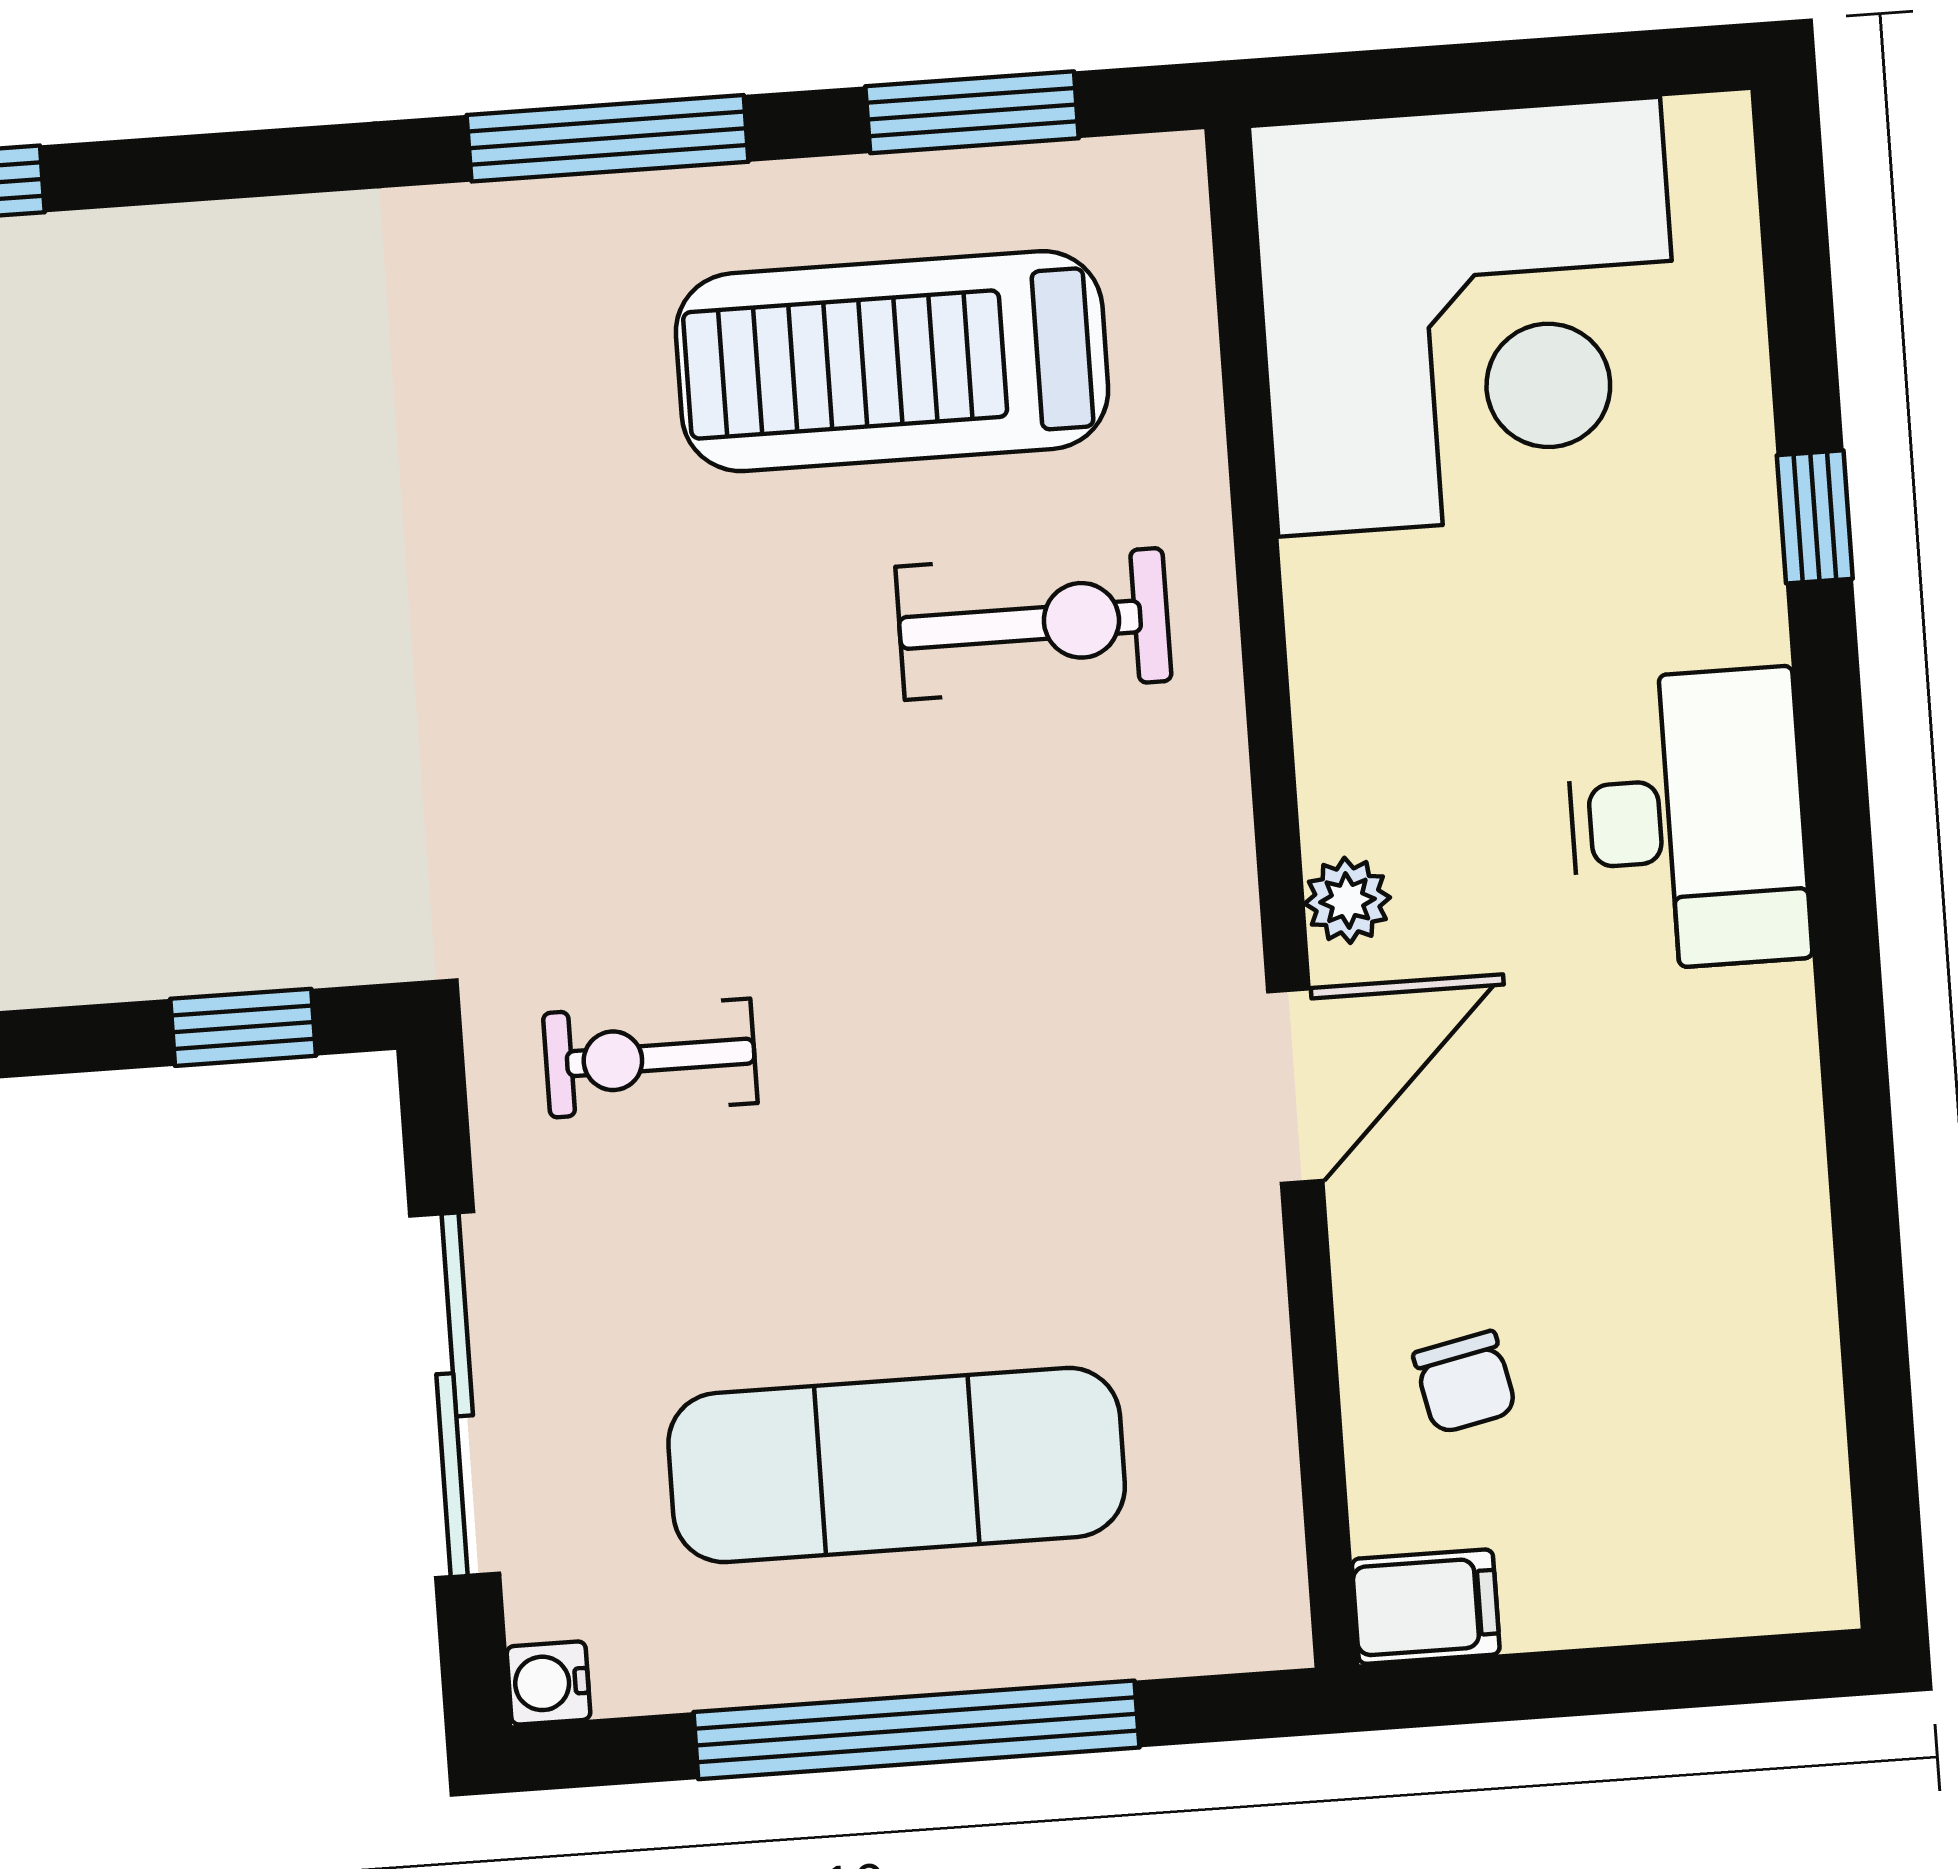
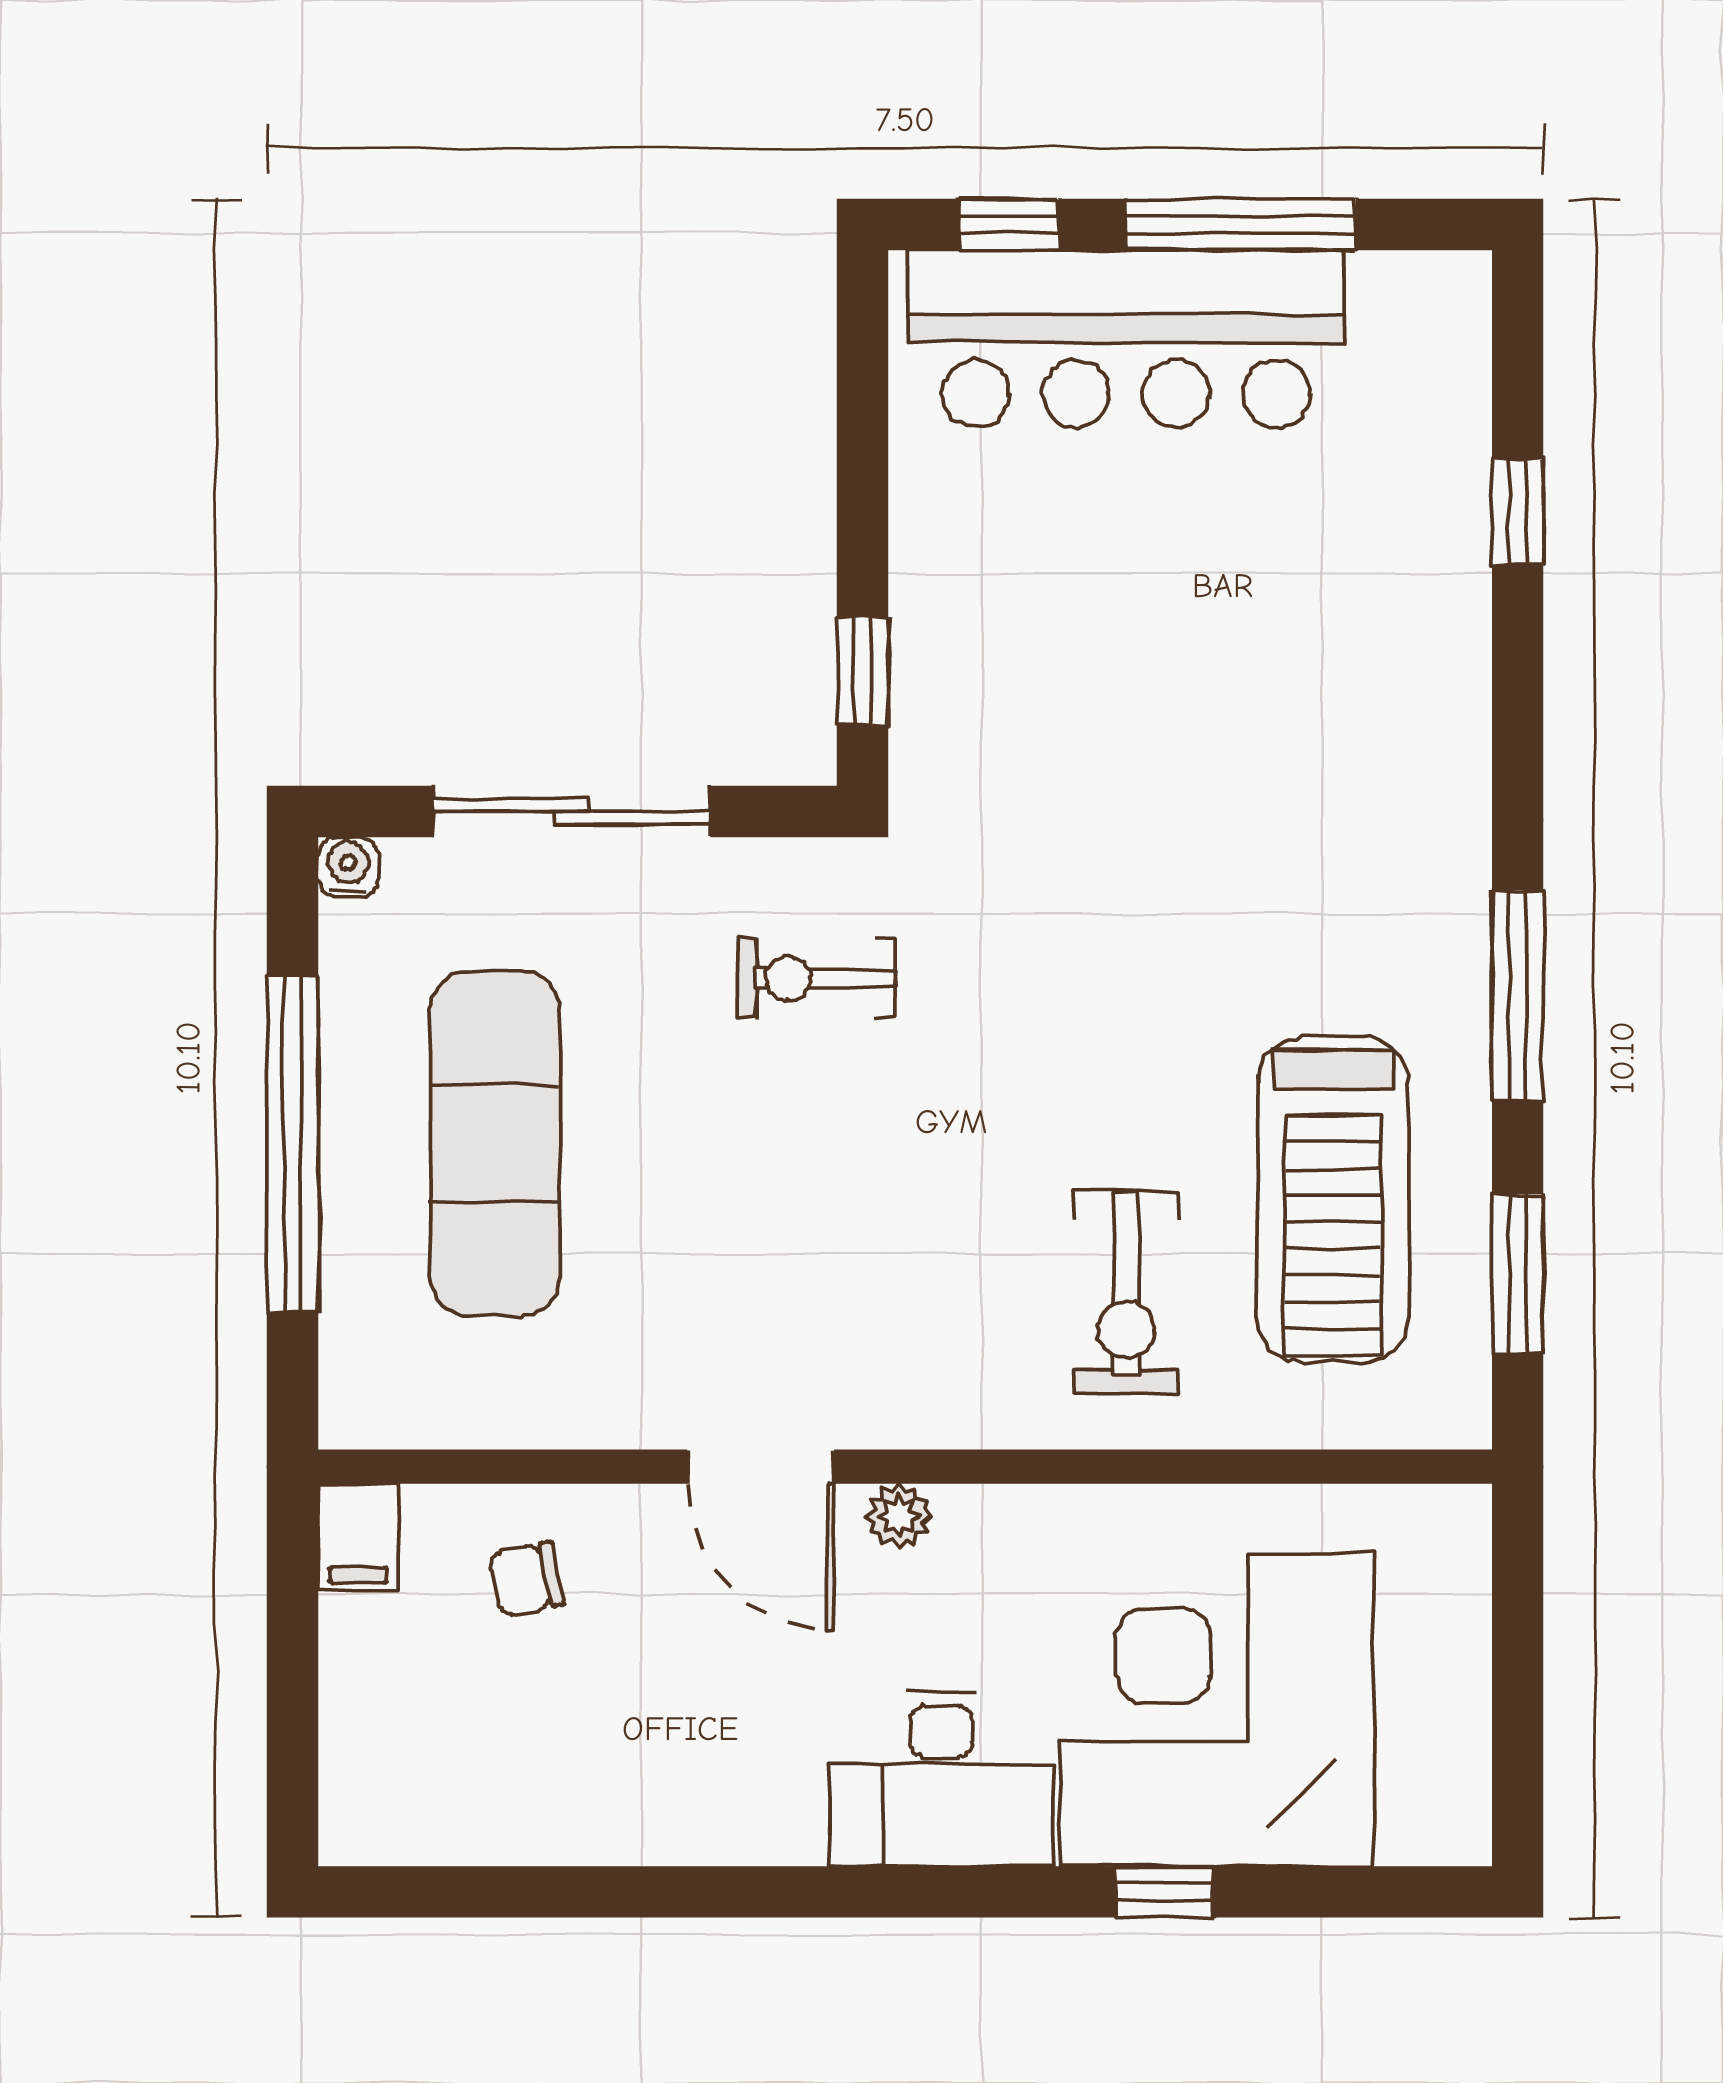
corner desk: (1469, 317) -> (1217, 1710), moved, turned 90
treadmill: (892, 361) -> (1333, 1200), turned 180
exercise bike: (650, 1058) -> (817, 978), turned -90

